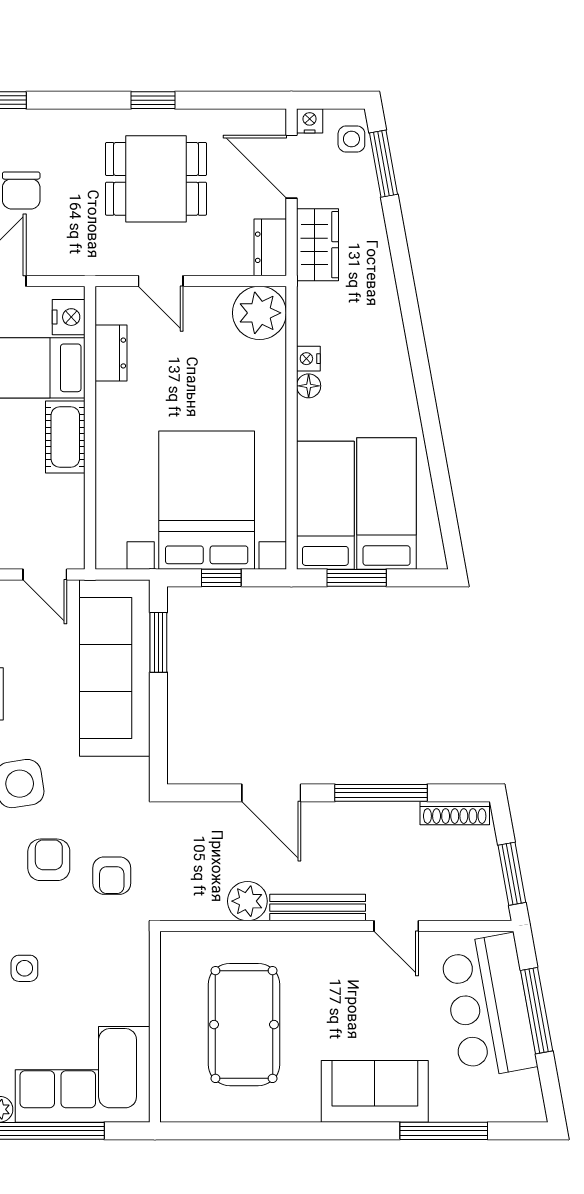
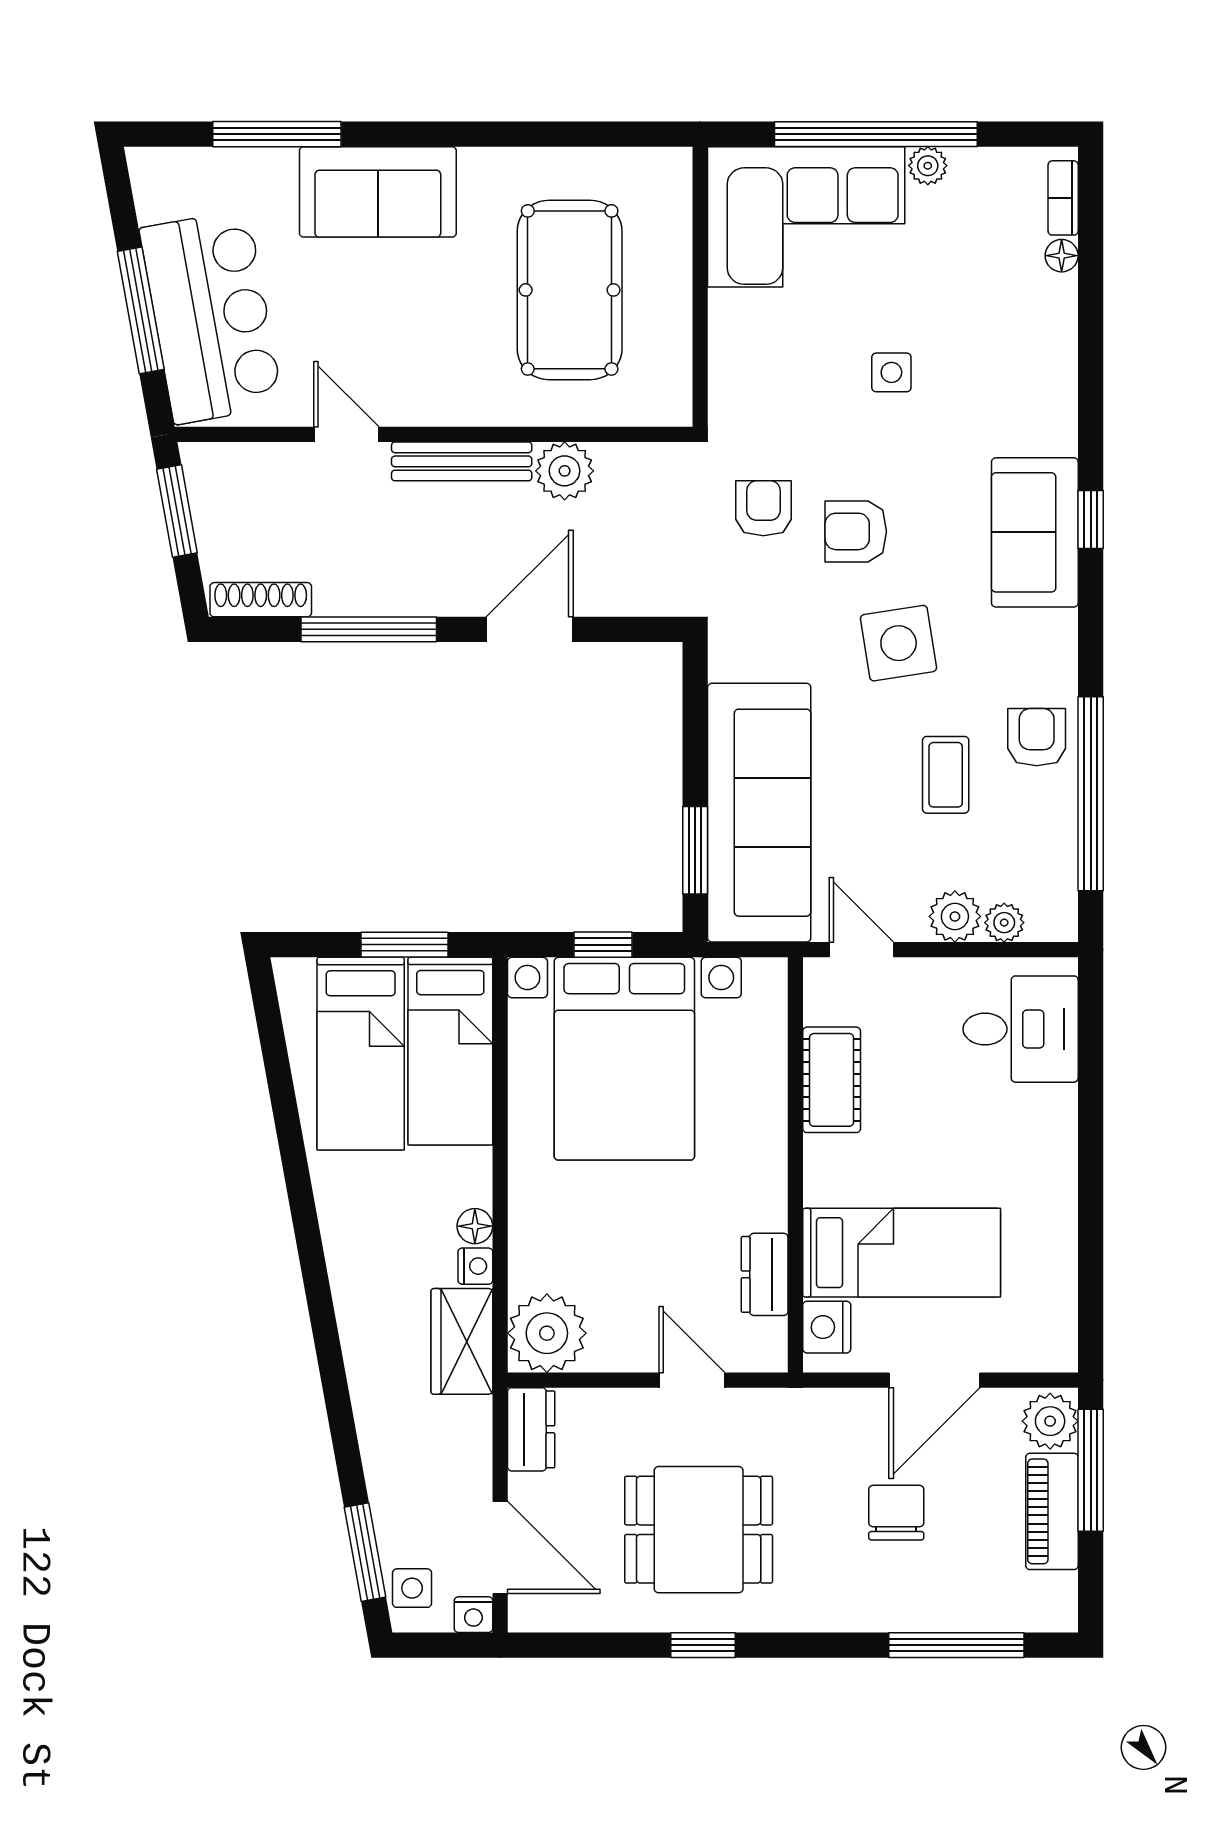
wardrobe: (318, 245) -> (462, 1341), moved
cot: (65, 437) -> (832, 1080), moved
door: (271, 793) -> (530, 629), hinge flipped
armchair: (49, 860) -> (856, 531), turned 90

